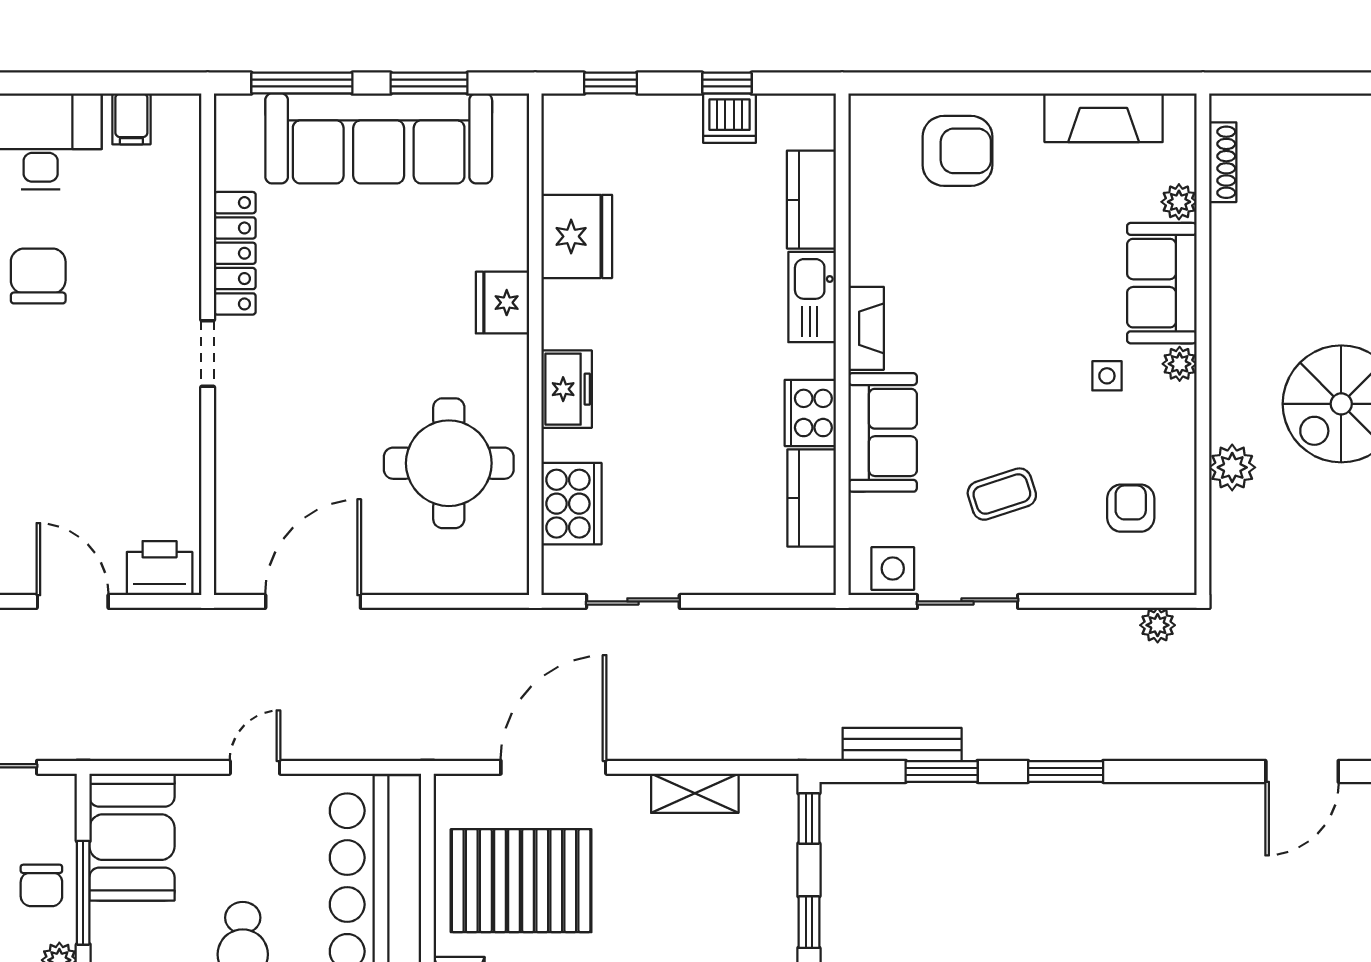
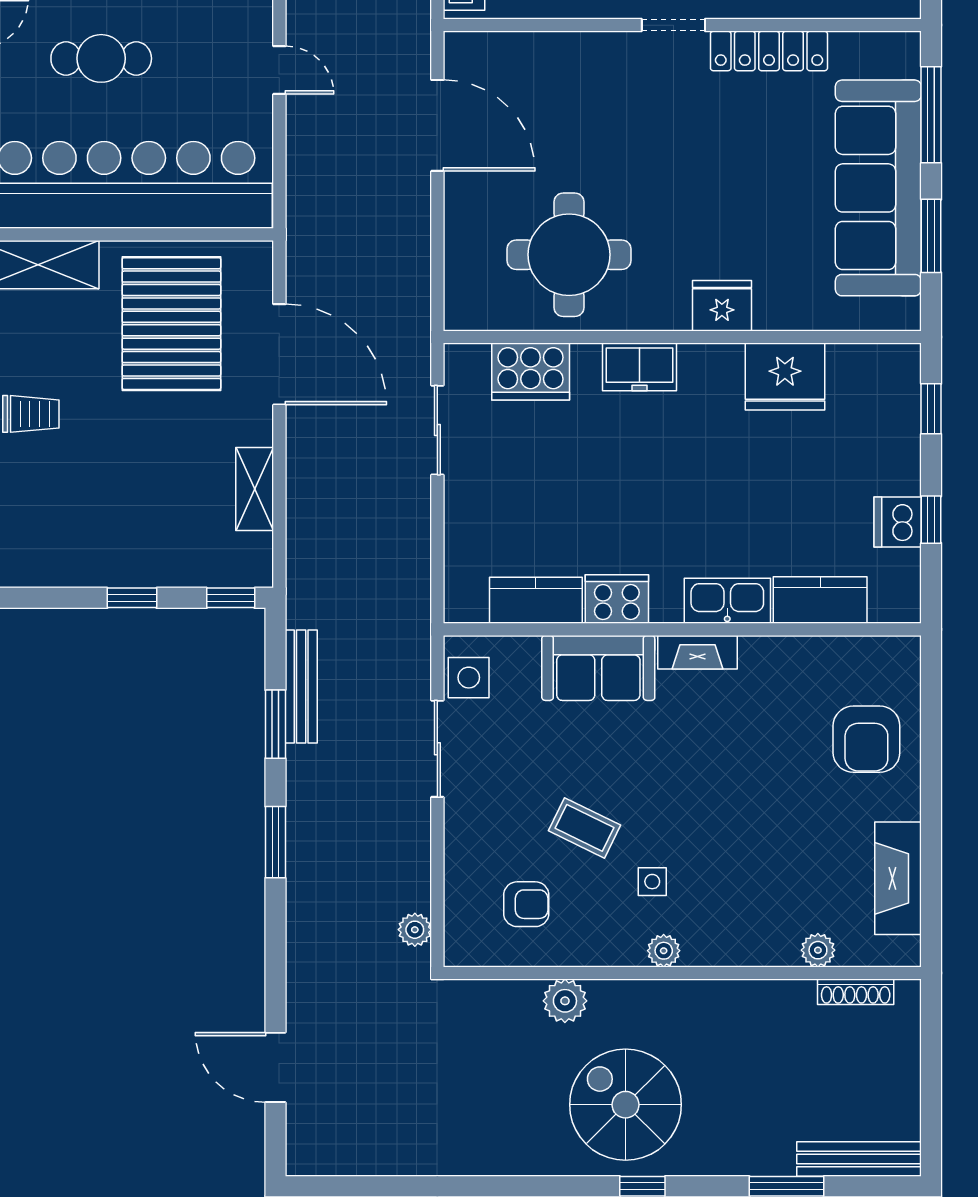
sofa: (1162, 283) -> (741, 934), removed
coffee table: (1002, 494) -> (584, 828), moved, turned -46

